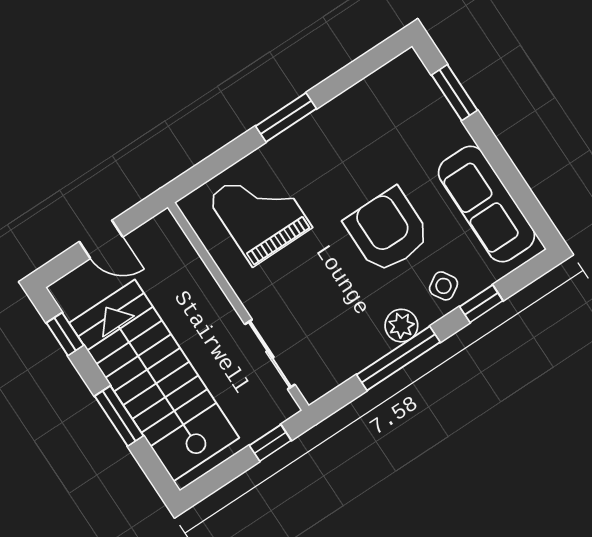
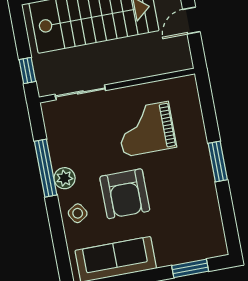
grand piano: (260, 213) -> (146, 129), moved, turned 180
armchair: (388, 230) -> (125, 194), turned 90
window: (481, 304) -> (58, 231), removed

